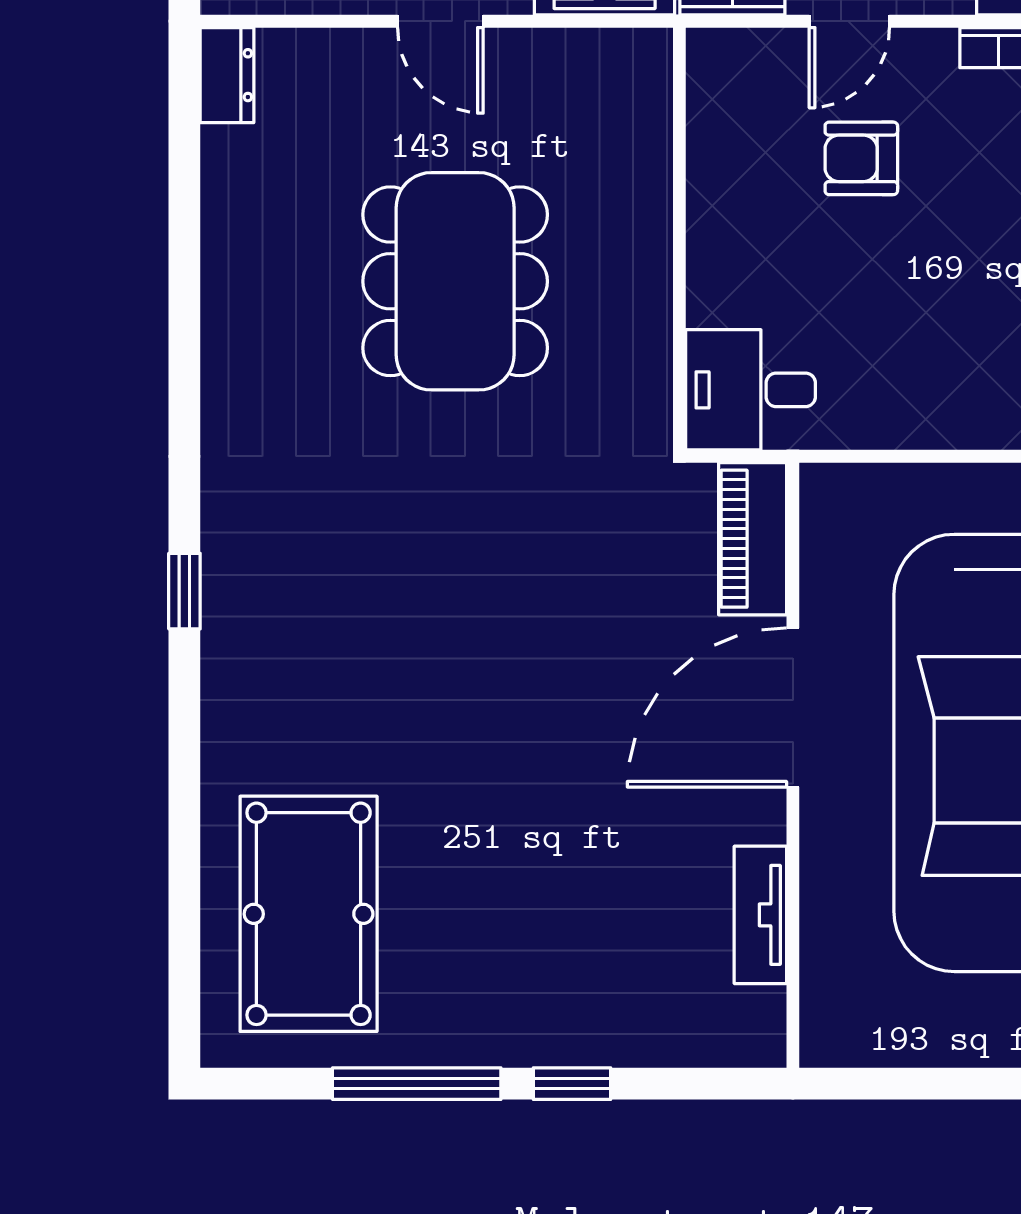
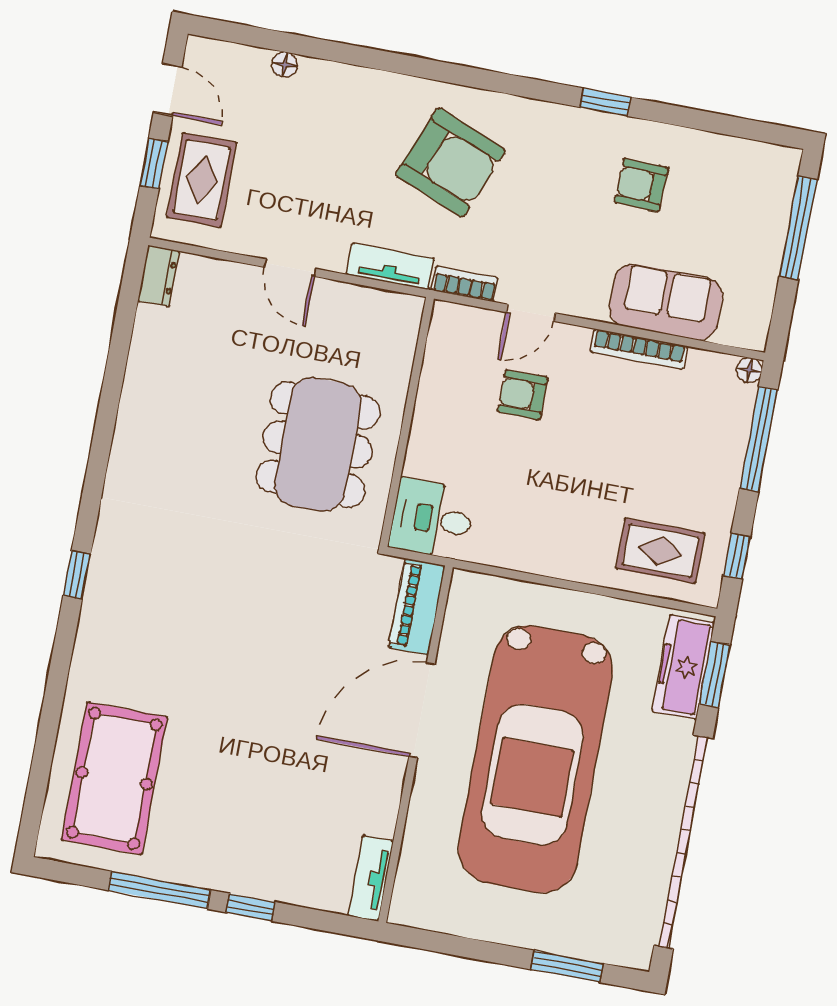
dining table: (455, 281) -> (318, 444), moved
tv unit: (760, 915) -> (371, 878), moved

